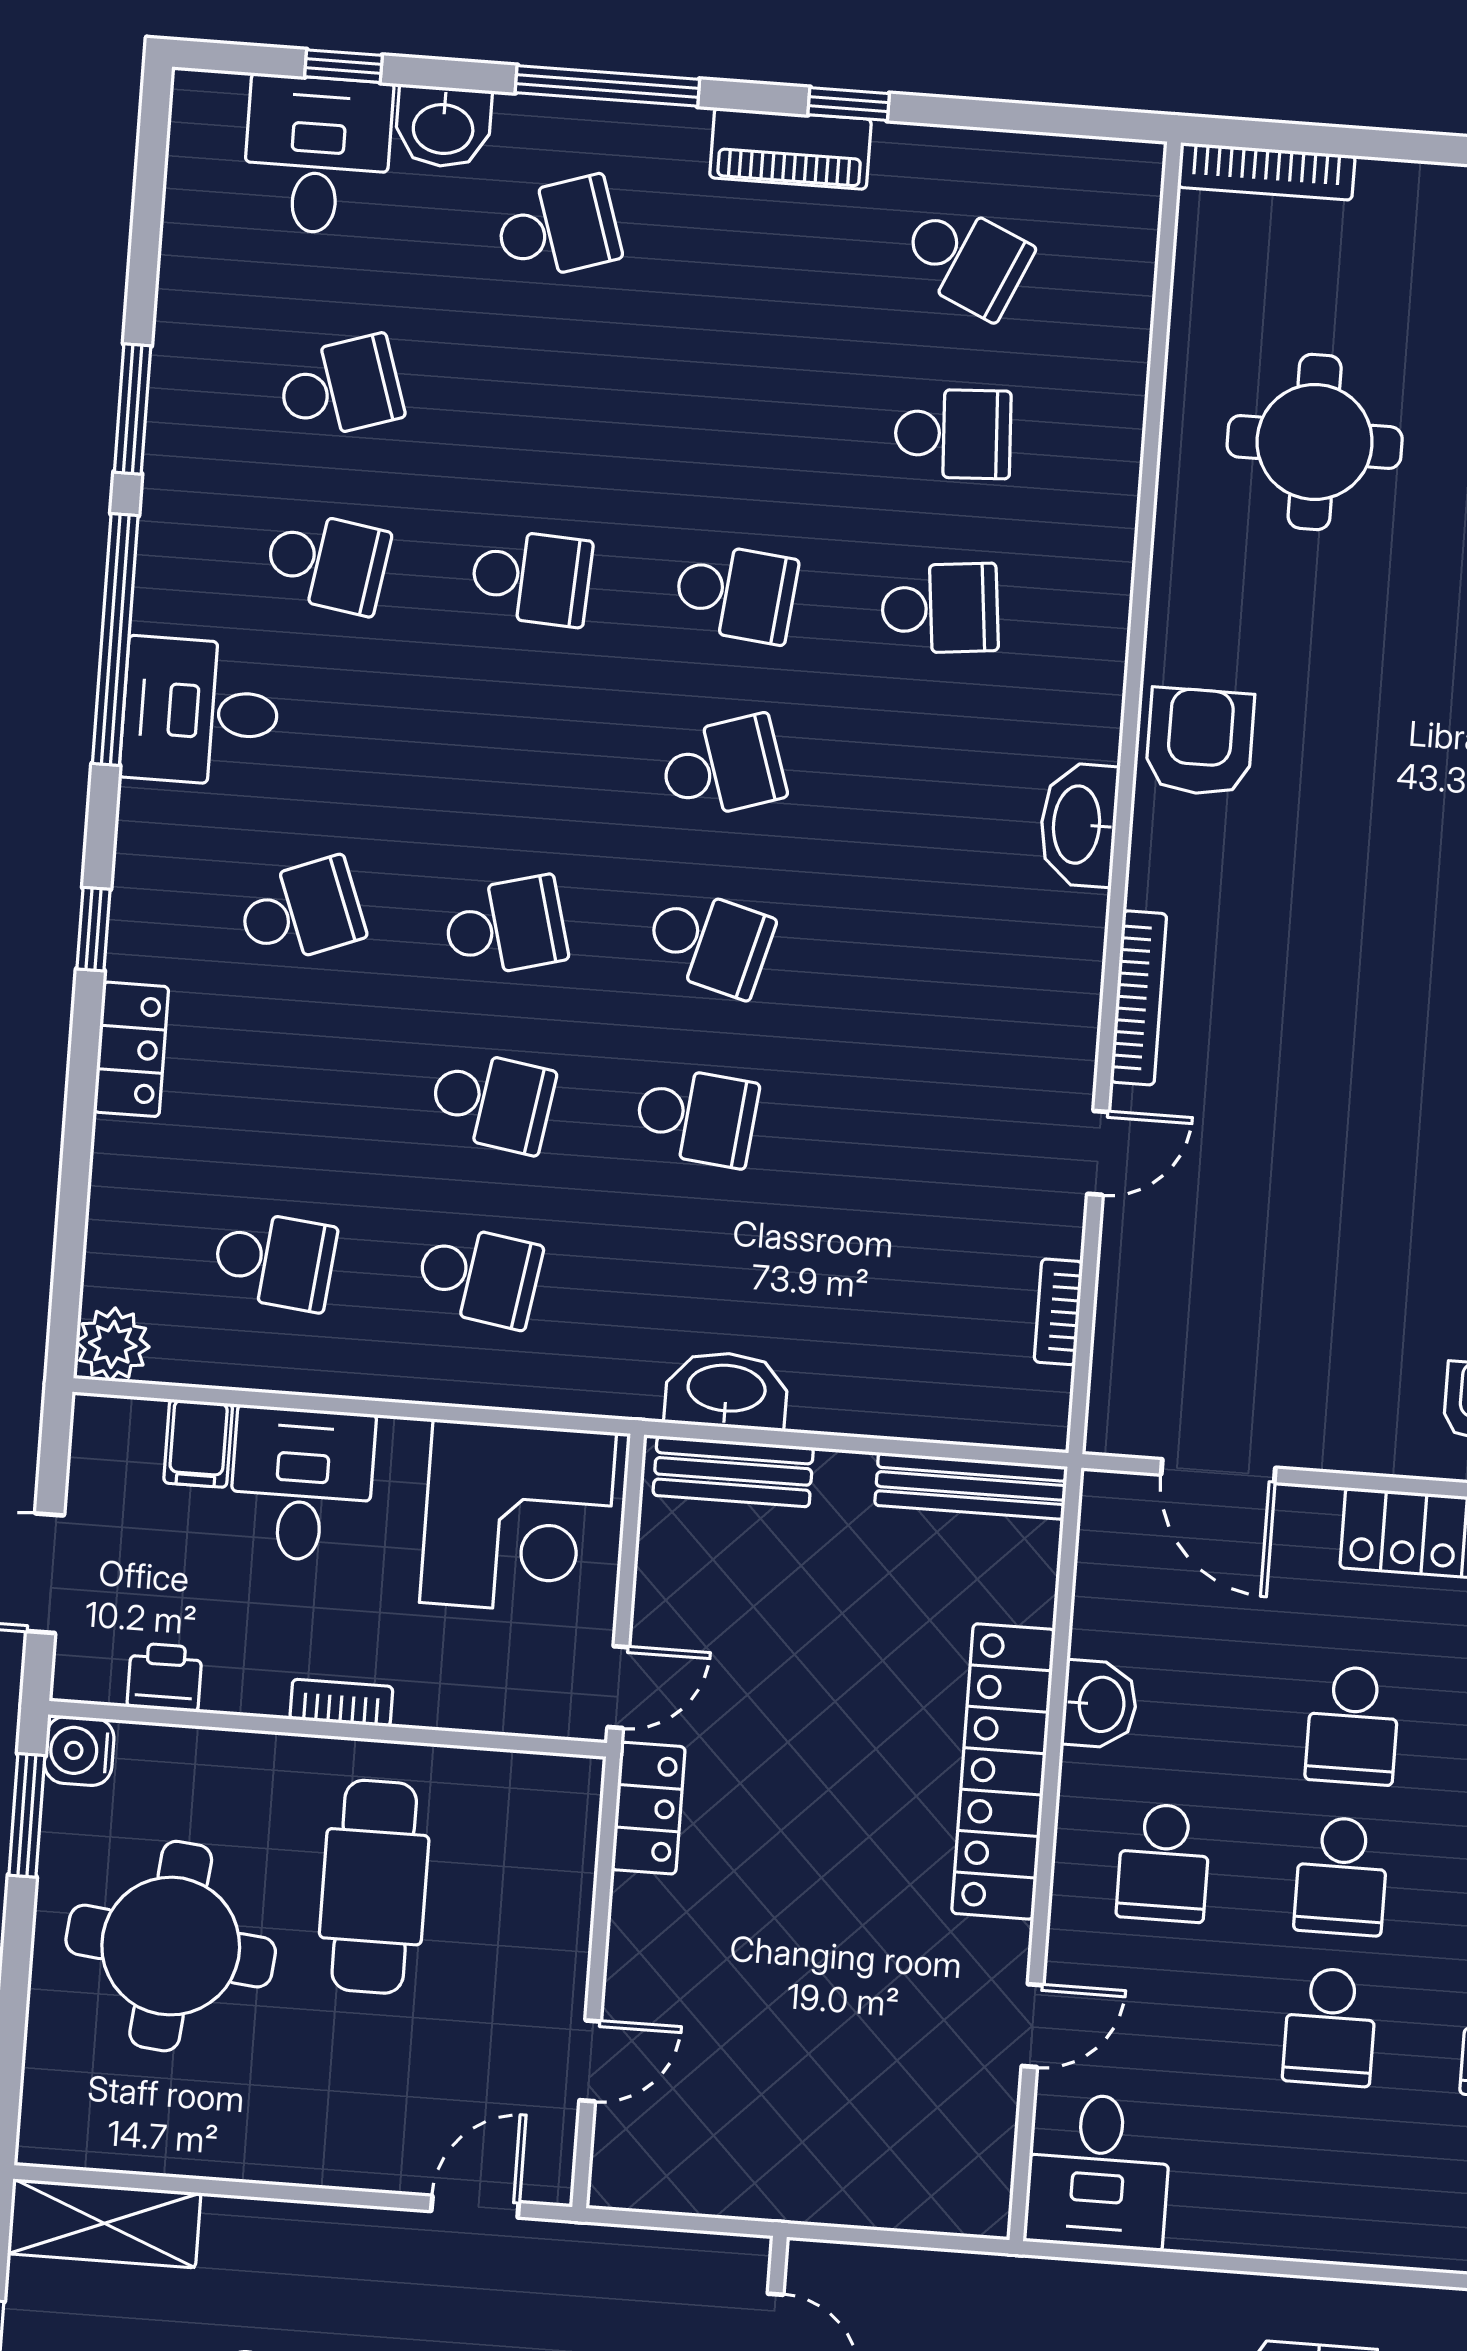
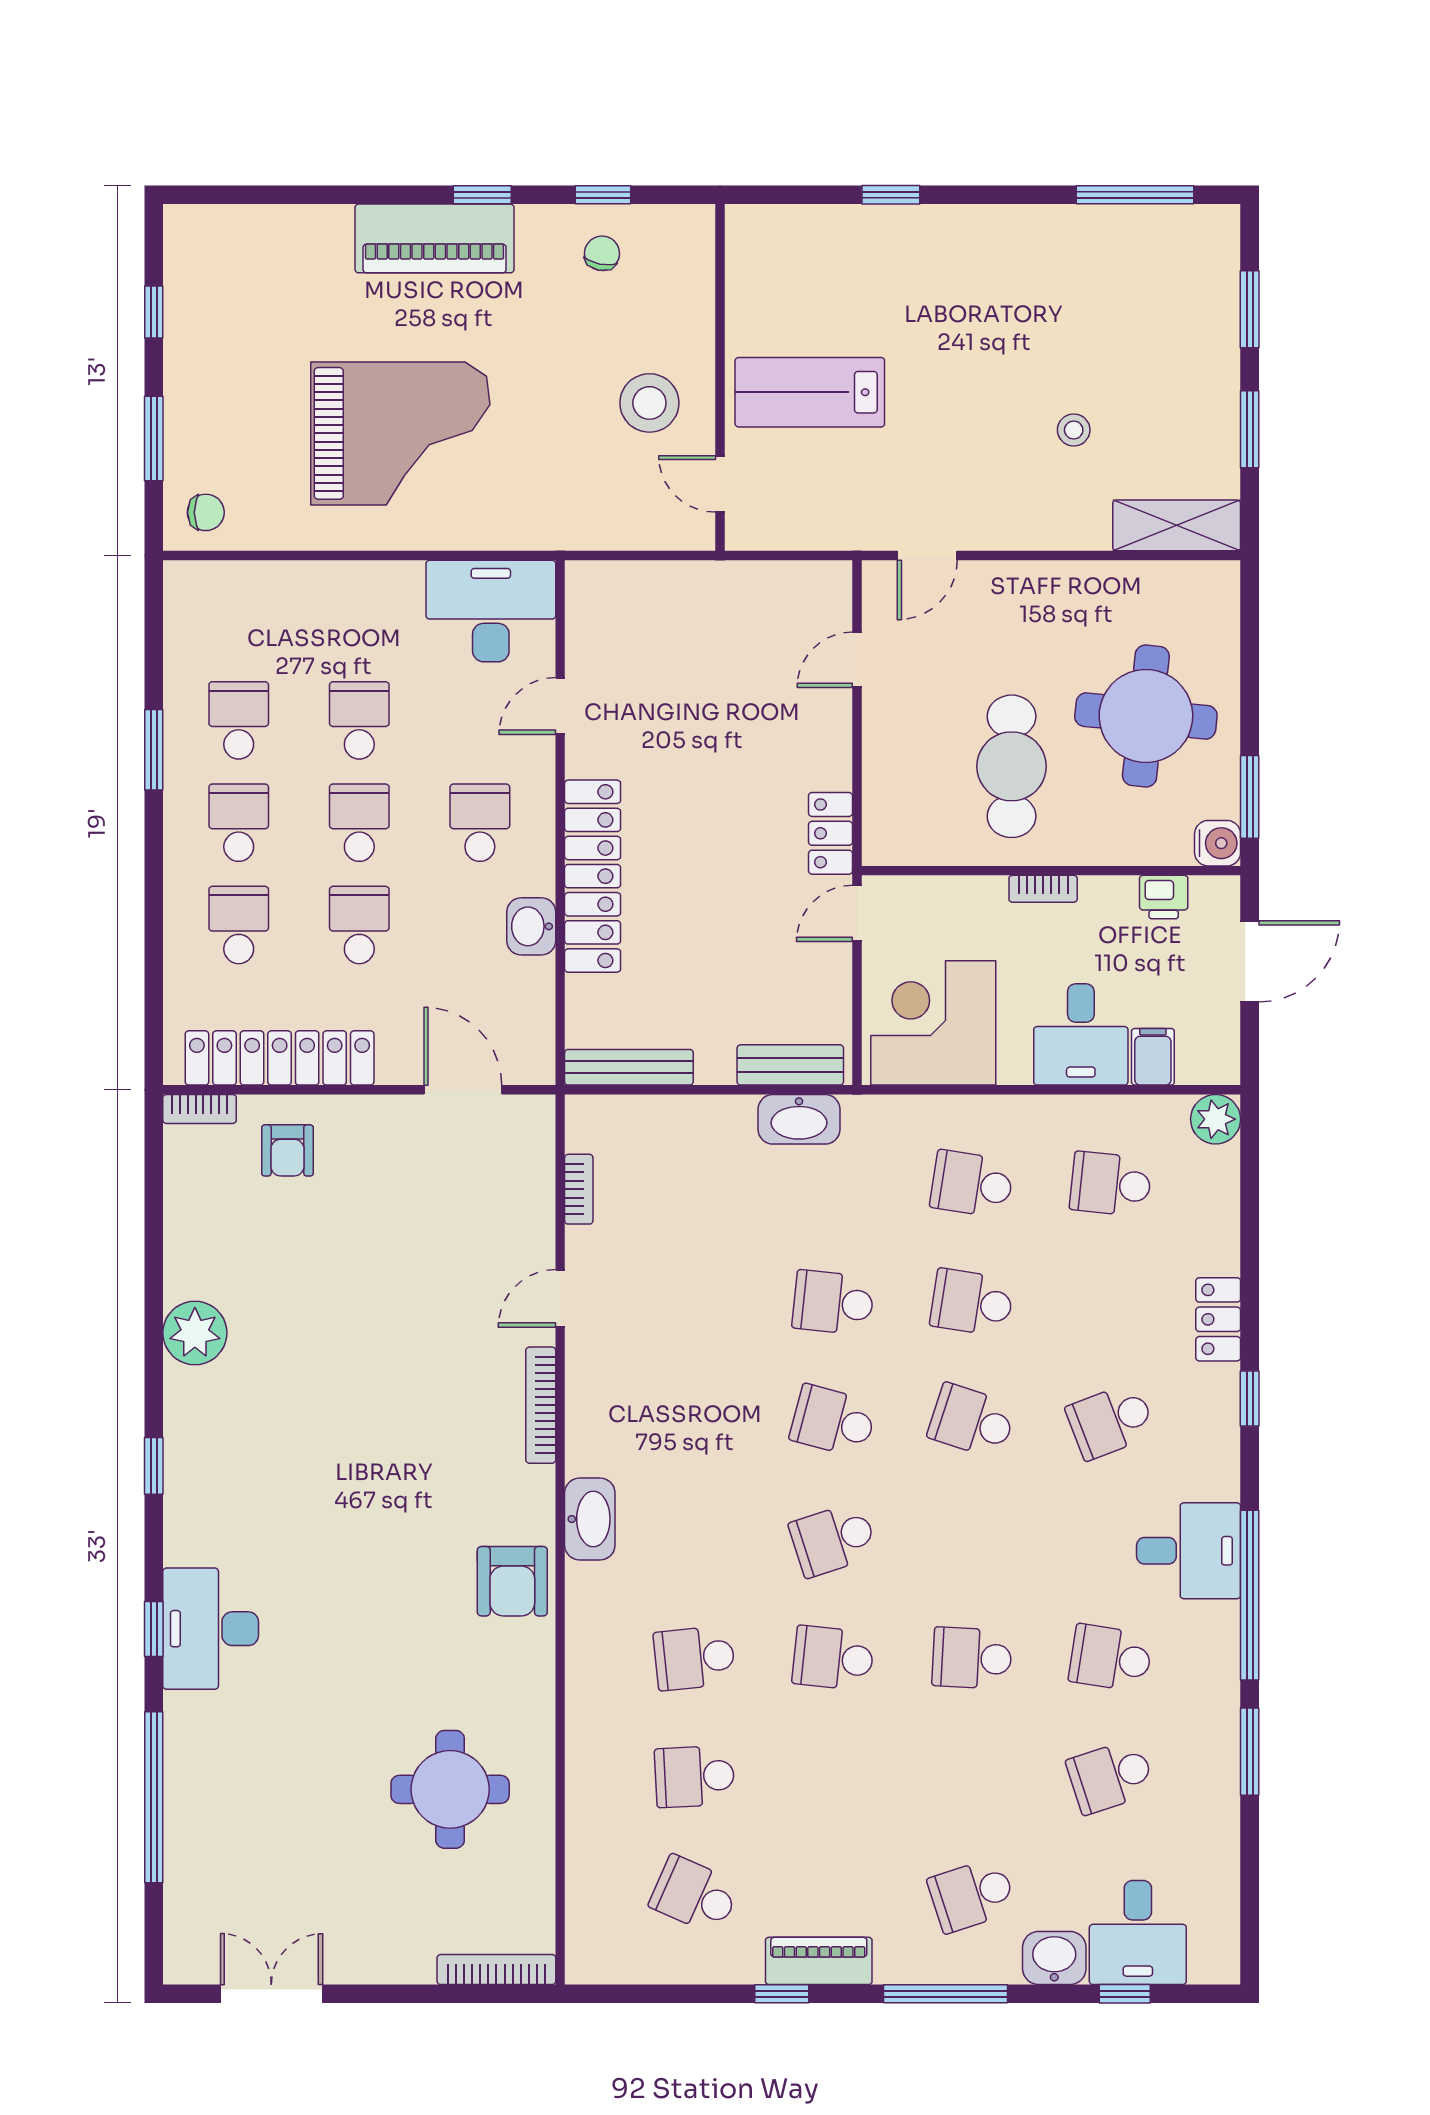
school desk: (505, 927) -> (972, 1421), turned 33
desk: (1098, 2171) -> (491, 611), width x1.37

